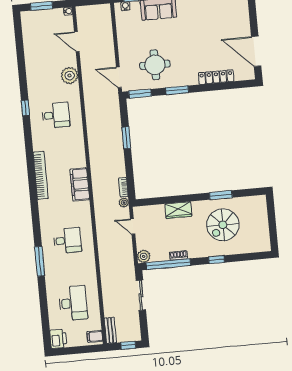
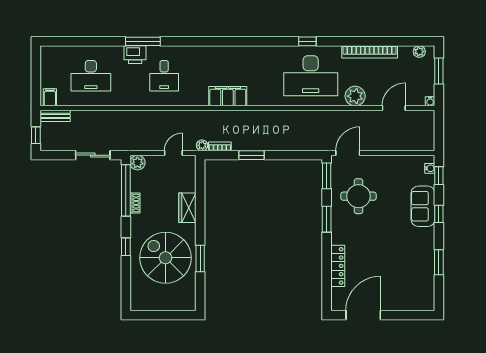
plant: (26, 24) -> (419, 52), added
window: (25, 108) -> (307, 41), moved
desk: (56, 115) -> (311, 76), width x1.87, depth x1.30
window: (126, 138) -> (252, 155), moved
bookcase: (41, 175) -> (370, 52), moved
spiral stairs: (223, 225) -> (166, 258), width x1.37, depth x1.37
printer: (58, 339) -> (135, 55), moved

